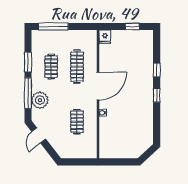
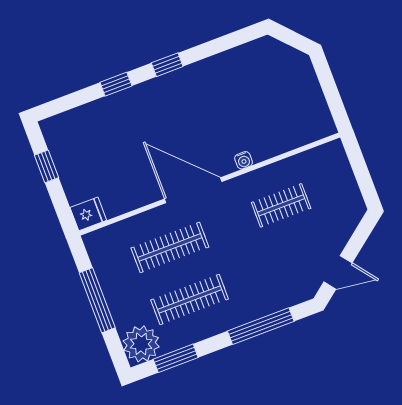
window: (53, 26) -> (97, 300), moved
window: (28, 62) -> (176, 358), moved
clothes rail: (51, 67) -> (190, 300), width x1.36
plant: (40, 100) -> (141, 344), moved

